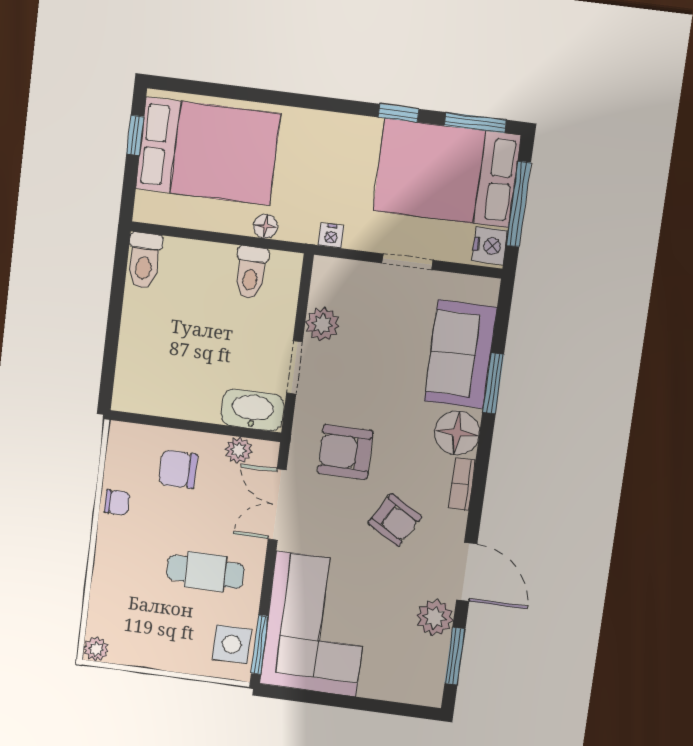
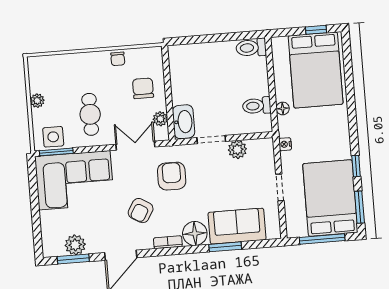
nightstand: (490, 246) -> (297, 229), removed
plant: (435, 618) -> (75, 245), moved
plant: (96, 649) -> (37, 101), moved

